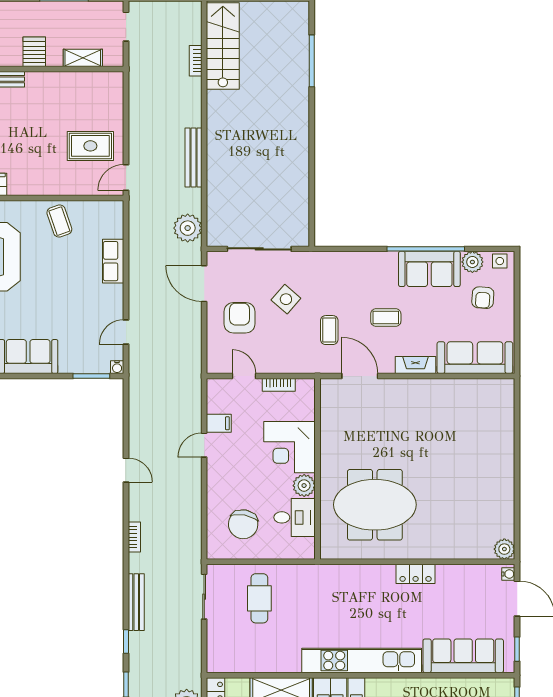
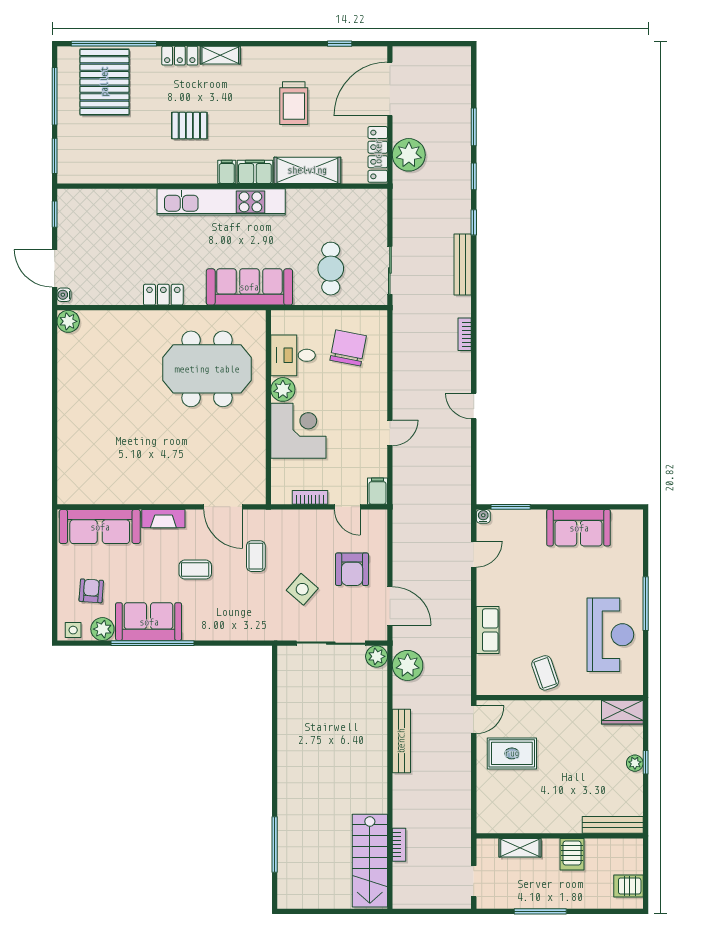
plant: (217, 236) -> (377, 656), added
filing cabinet: (219, 423) -> (377, 491), moved, turned 90
sofa: (463, 656) -> (249, 287), moved, turned 180

